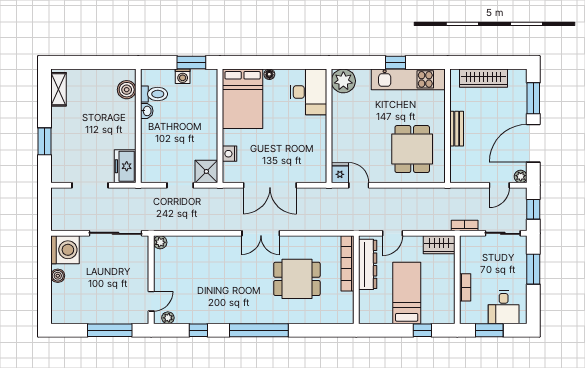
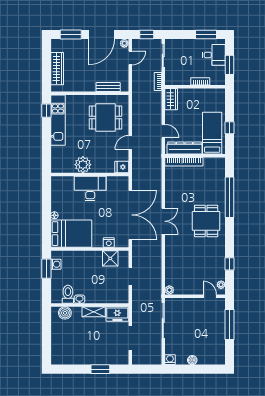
window: (395, 63) -> (46, 111), moved
washing machine: (183, 76) -> (56, 264), moved
plant: (343, 81) -> (83, 165), moved
shelving: (59, 89) -> (94, 312), moved
desk: (309, 92) -> (90, 188), moved
bench: (457, 129) -> (108, 87), moved
door: (533, 143) -> (102, 35), hinge flipped
shower: (206, 171) -> (110, 258), moved
double door: (270, 185) -> (130, 215), width x1.36
door: (359, 185) -> (130, 142), moved
door: (499, 185) -> (130, 58), hinge flipped
washing machine: (65, 250) -> (170, 360), width x0.53, depth x0.53
window: (533, 269) -> (206, 35), moved
dining table: (297, 279) -> (206, 221), moved
bed: (407, 293) -> (212, 133), moved, turned 90
window: (259, 330) -> (230, 197), moved
window: (422, 330) -> (230, 128), moved

